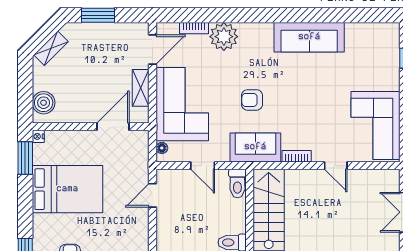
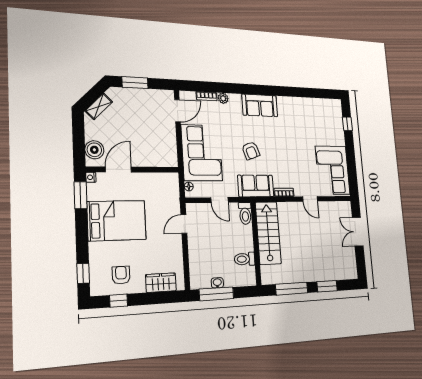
plant: (224, 37) -> (223, 98), width x0.53, depth x0.53
sofa: (309, 37) -> (260, 105), moved, width x0.73
shelving: (141, 88) -> (170, 140), removed
armchair: (252, 100) -> (251, 151), turned -110
door: (113, 127) -> (118, 169), moved

